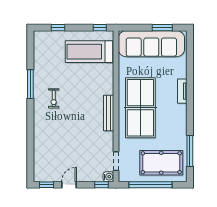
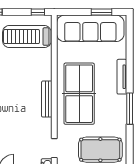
tv unit: (182, 91) -> (122, 77), width x1.41
window: (190, 151) -> (130, 109), moved

